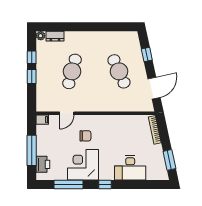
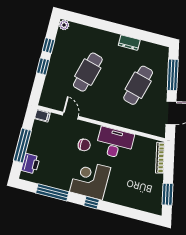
dresser: (55, 36) -> (129, 43), moved
window: (147, 55) -> (173, 75), width x2.17
cafe table: (119, 71) -> (138, 85), turned 39
door: (67, 113) -> (70, 116), swing flipped
corner desk: (83, 165) -> (90, 180), moved
desk: (130, 168) -> (115, 143), moved, turned 180

